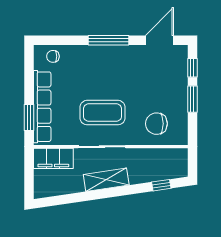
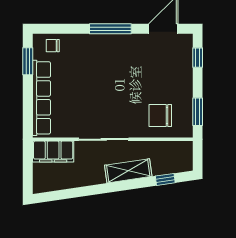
window: (192, 99) -> (198, 112), moved
coffee table: (102, 113) -> (104, 104), removed
window: (29, 117) -> (28, 61), moved
shelving: (106, 180) -> (128, 171), moved

